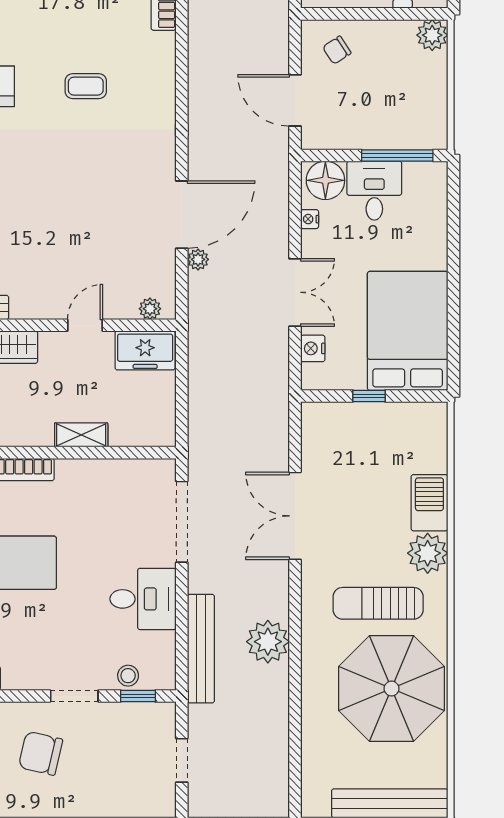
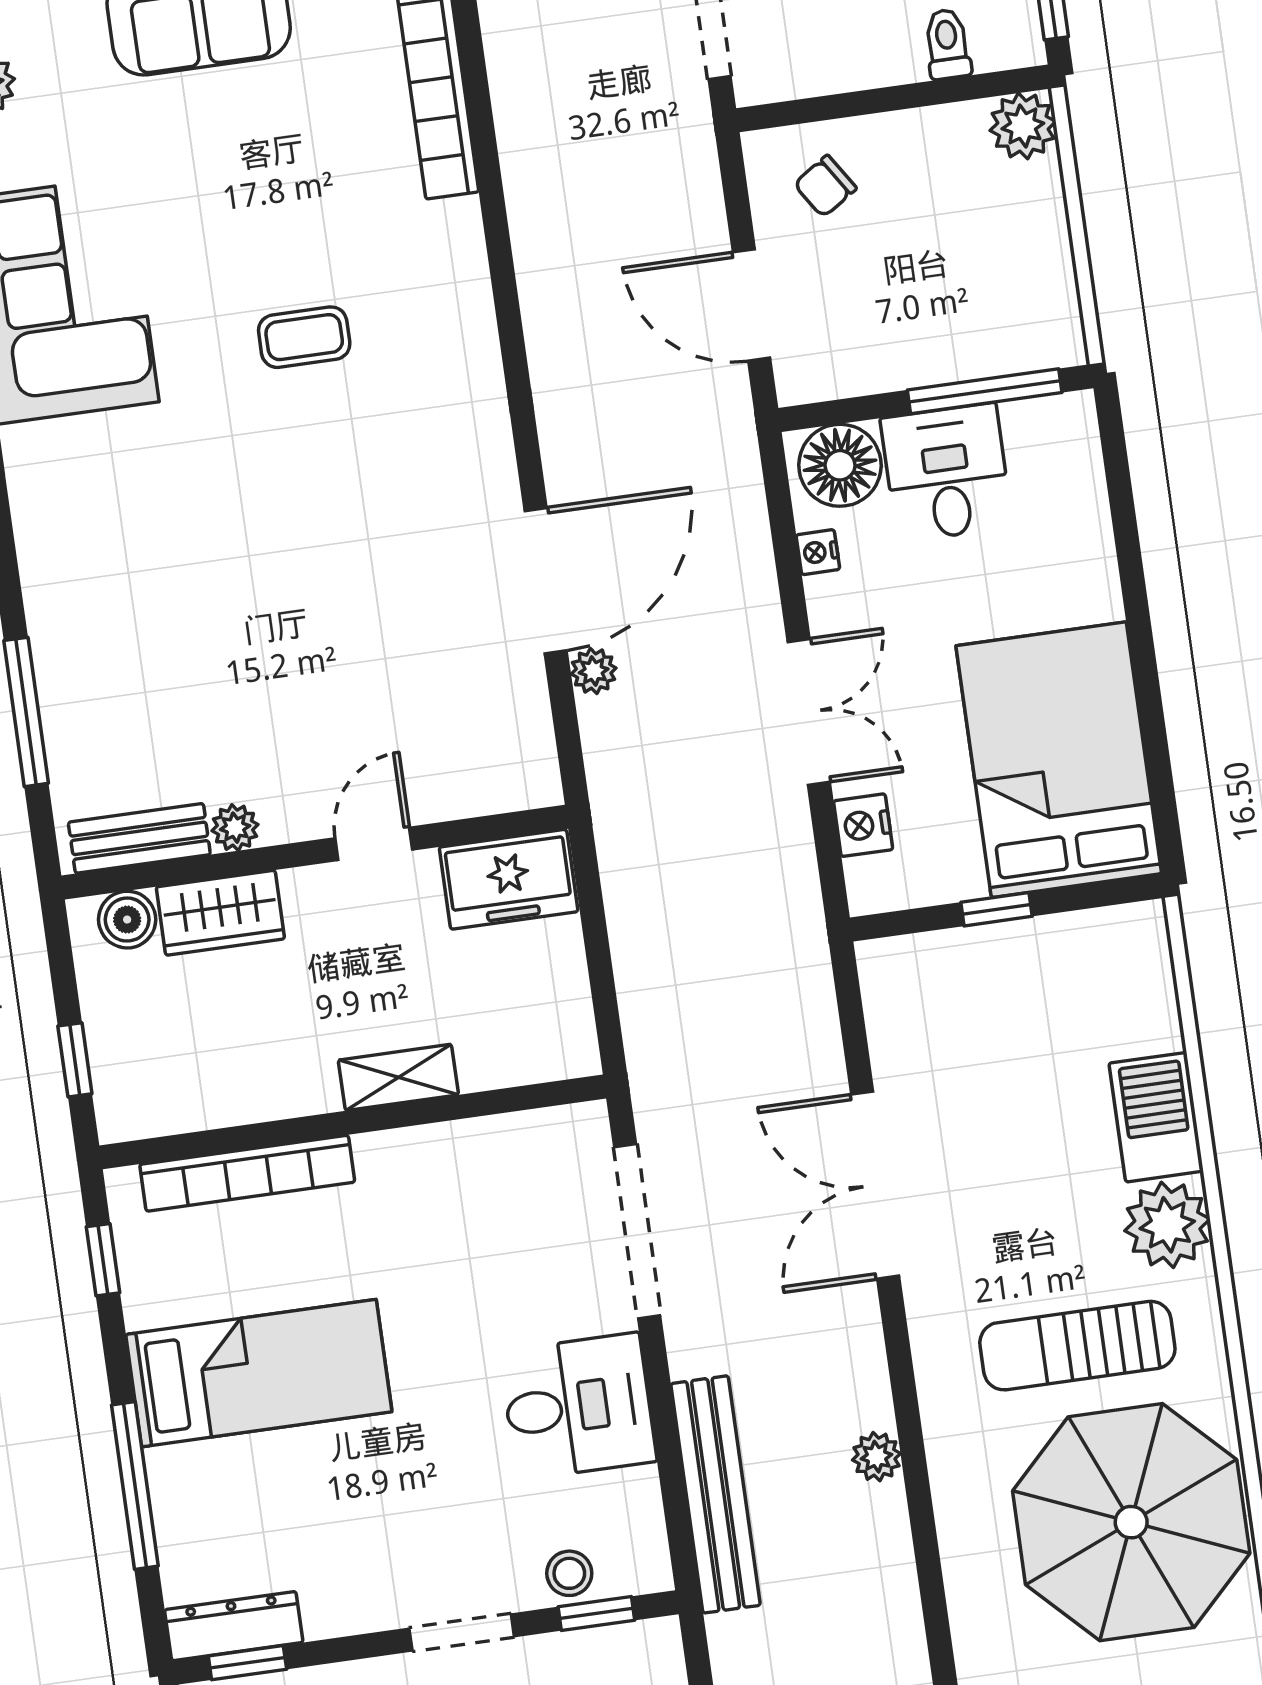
plant: (150, 309) -> (235, 828), moved
plant: (268, 642) -> (876, 1457), width x0.53, depth x0.53

